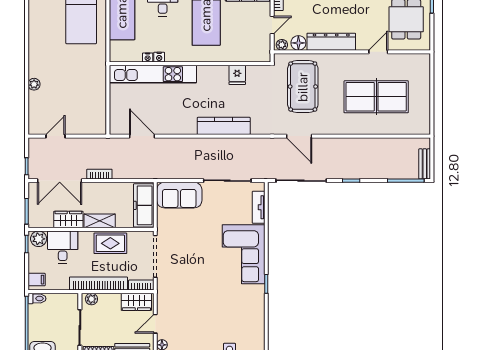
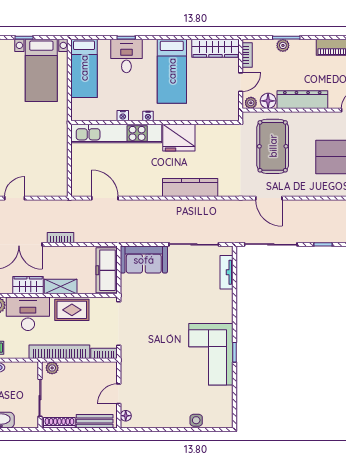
nightstand: (148, 57) -> (148, 116), moved
fridge: (237, 75) -> (179, 138), moved, width x1.88, depth x1.34
desk: (63, 247) -> (28, 314), width x1.37
corner sofa: (244, 254) -> (211, 354), moved
wardrobe: (136, 302) -> (99, 371), removed

